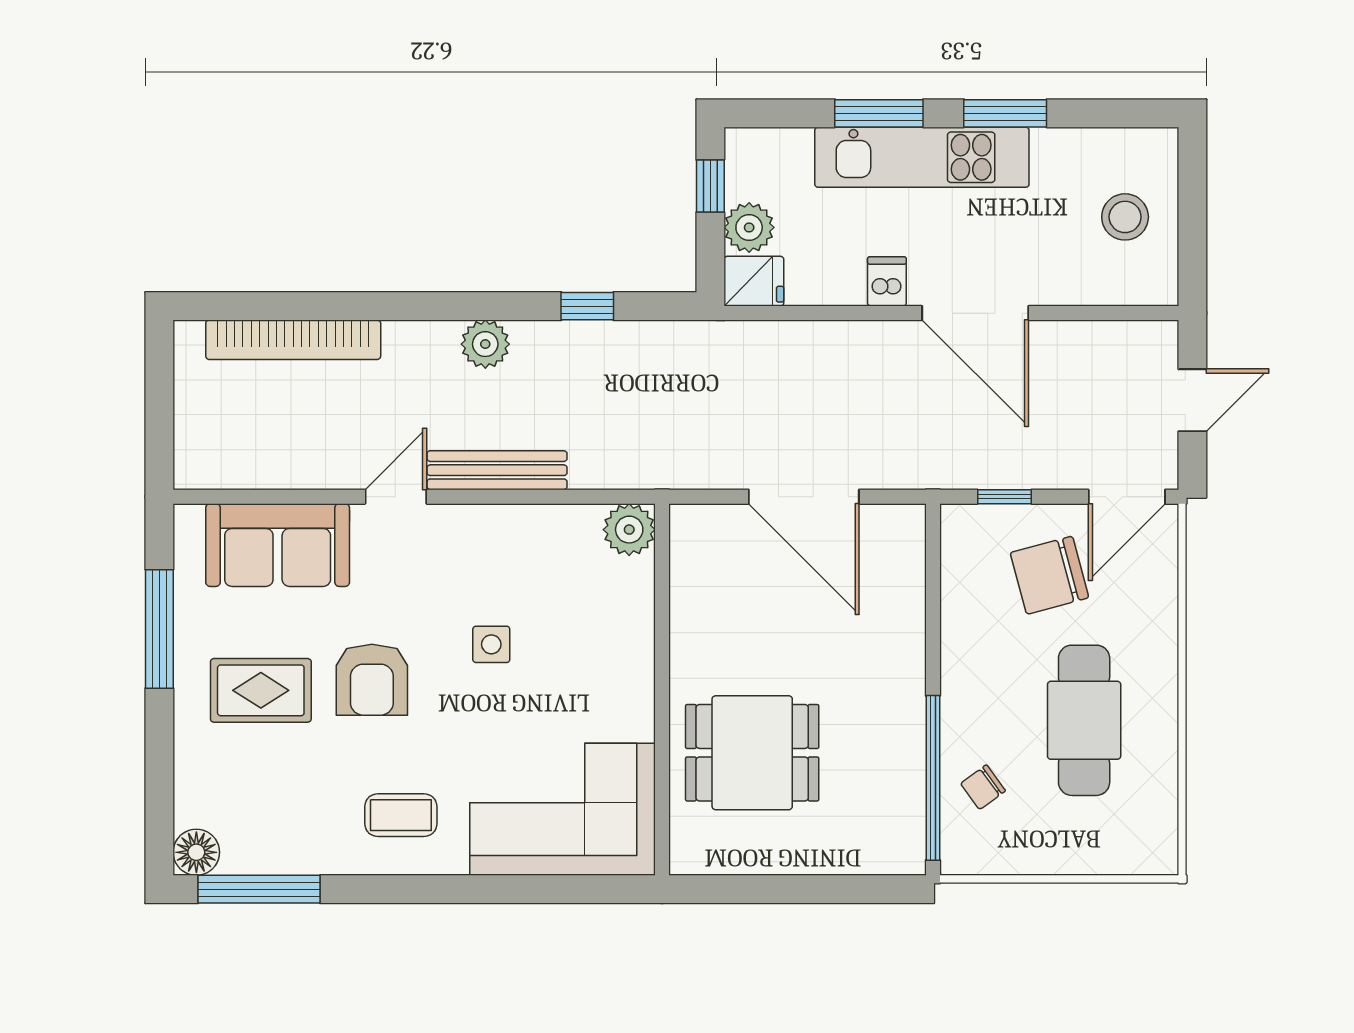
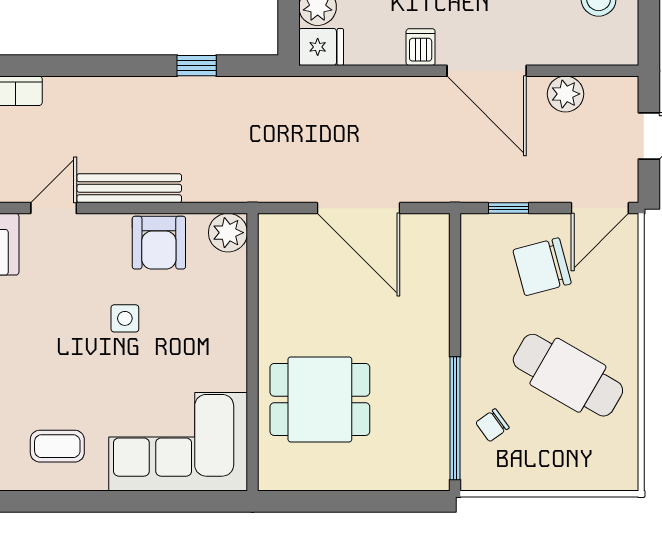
plant: (485, 344) -> (565, 94), moved
armchair: (372, 680) -> (159, 243), moved
cafe table: (1084, 720) -> (568, 375), turned -60

